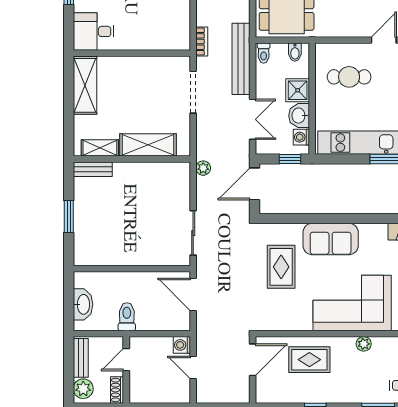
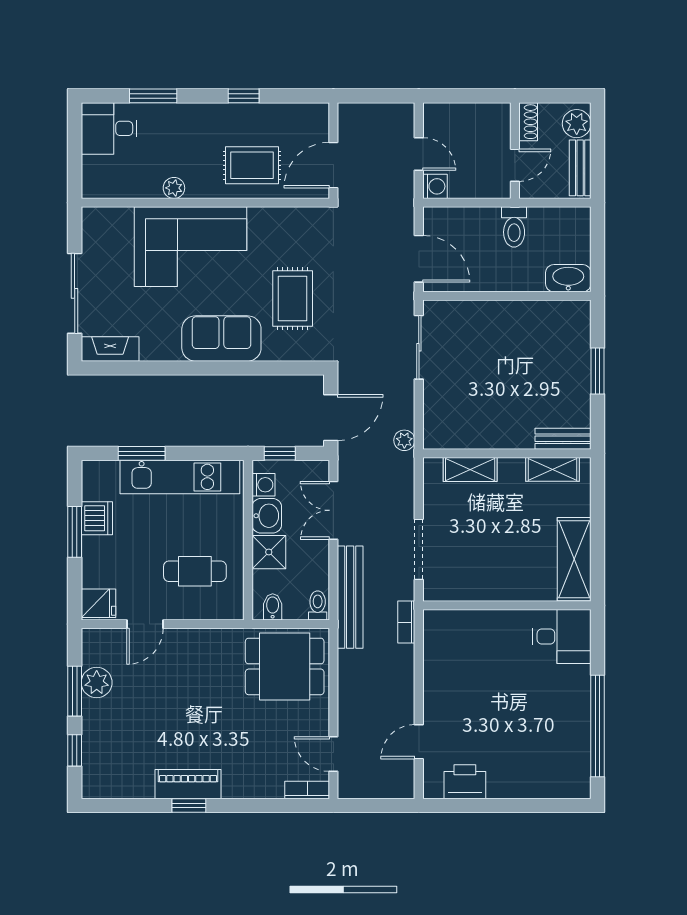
shelving: (148, 145) -> (470, 469), width x0.67, depth x0.75
washbasin: (83, 304) -> (568, 278), moved, turned 90

